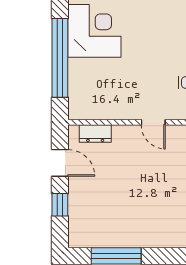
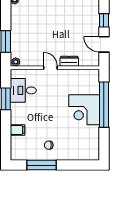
corner desk: (94, 31) -> (84, 110), moved
dresser: (95, 134) -> (69, 61), moved

